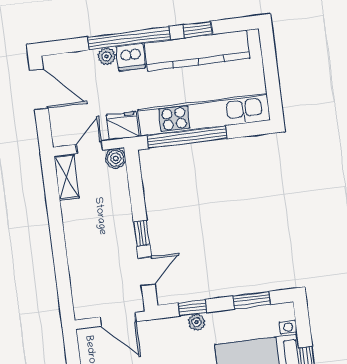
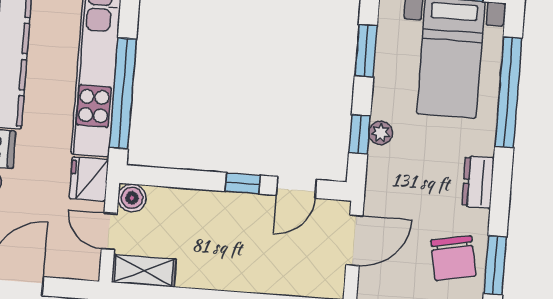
door: (146, 271) -> (296, 187), swing flipped

